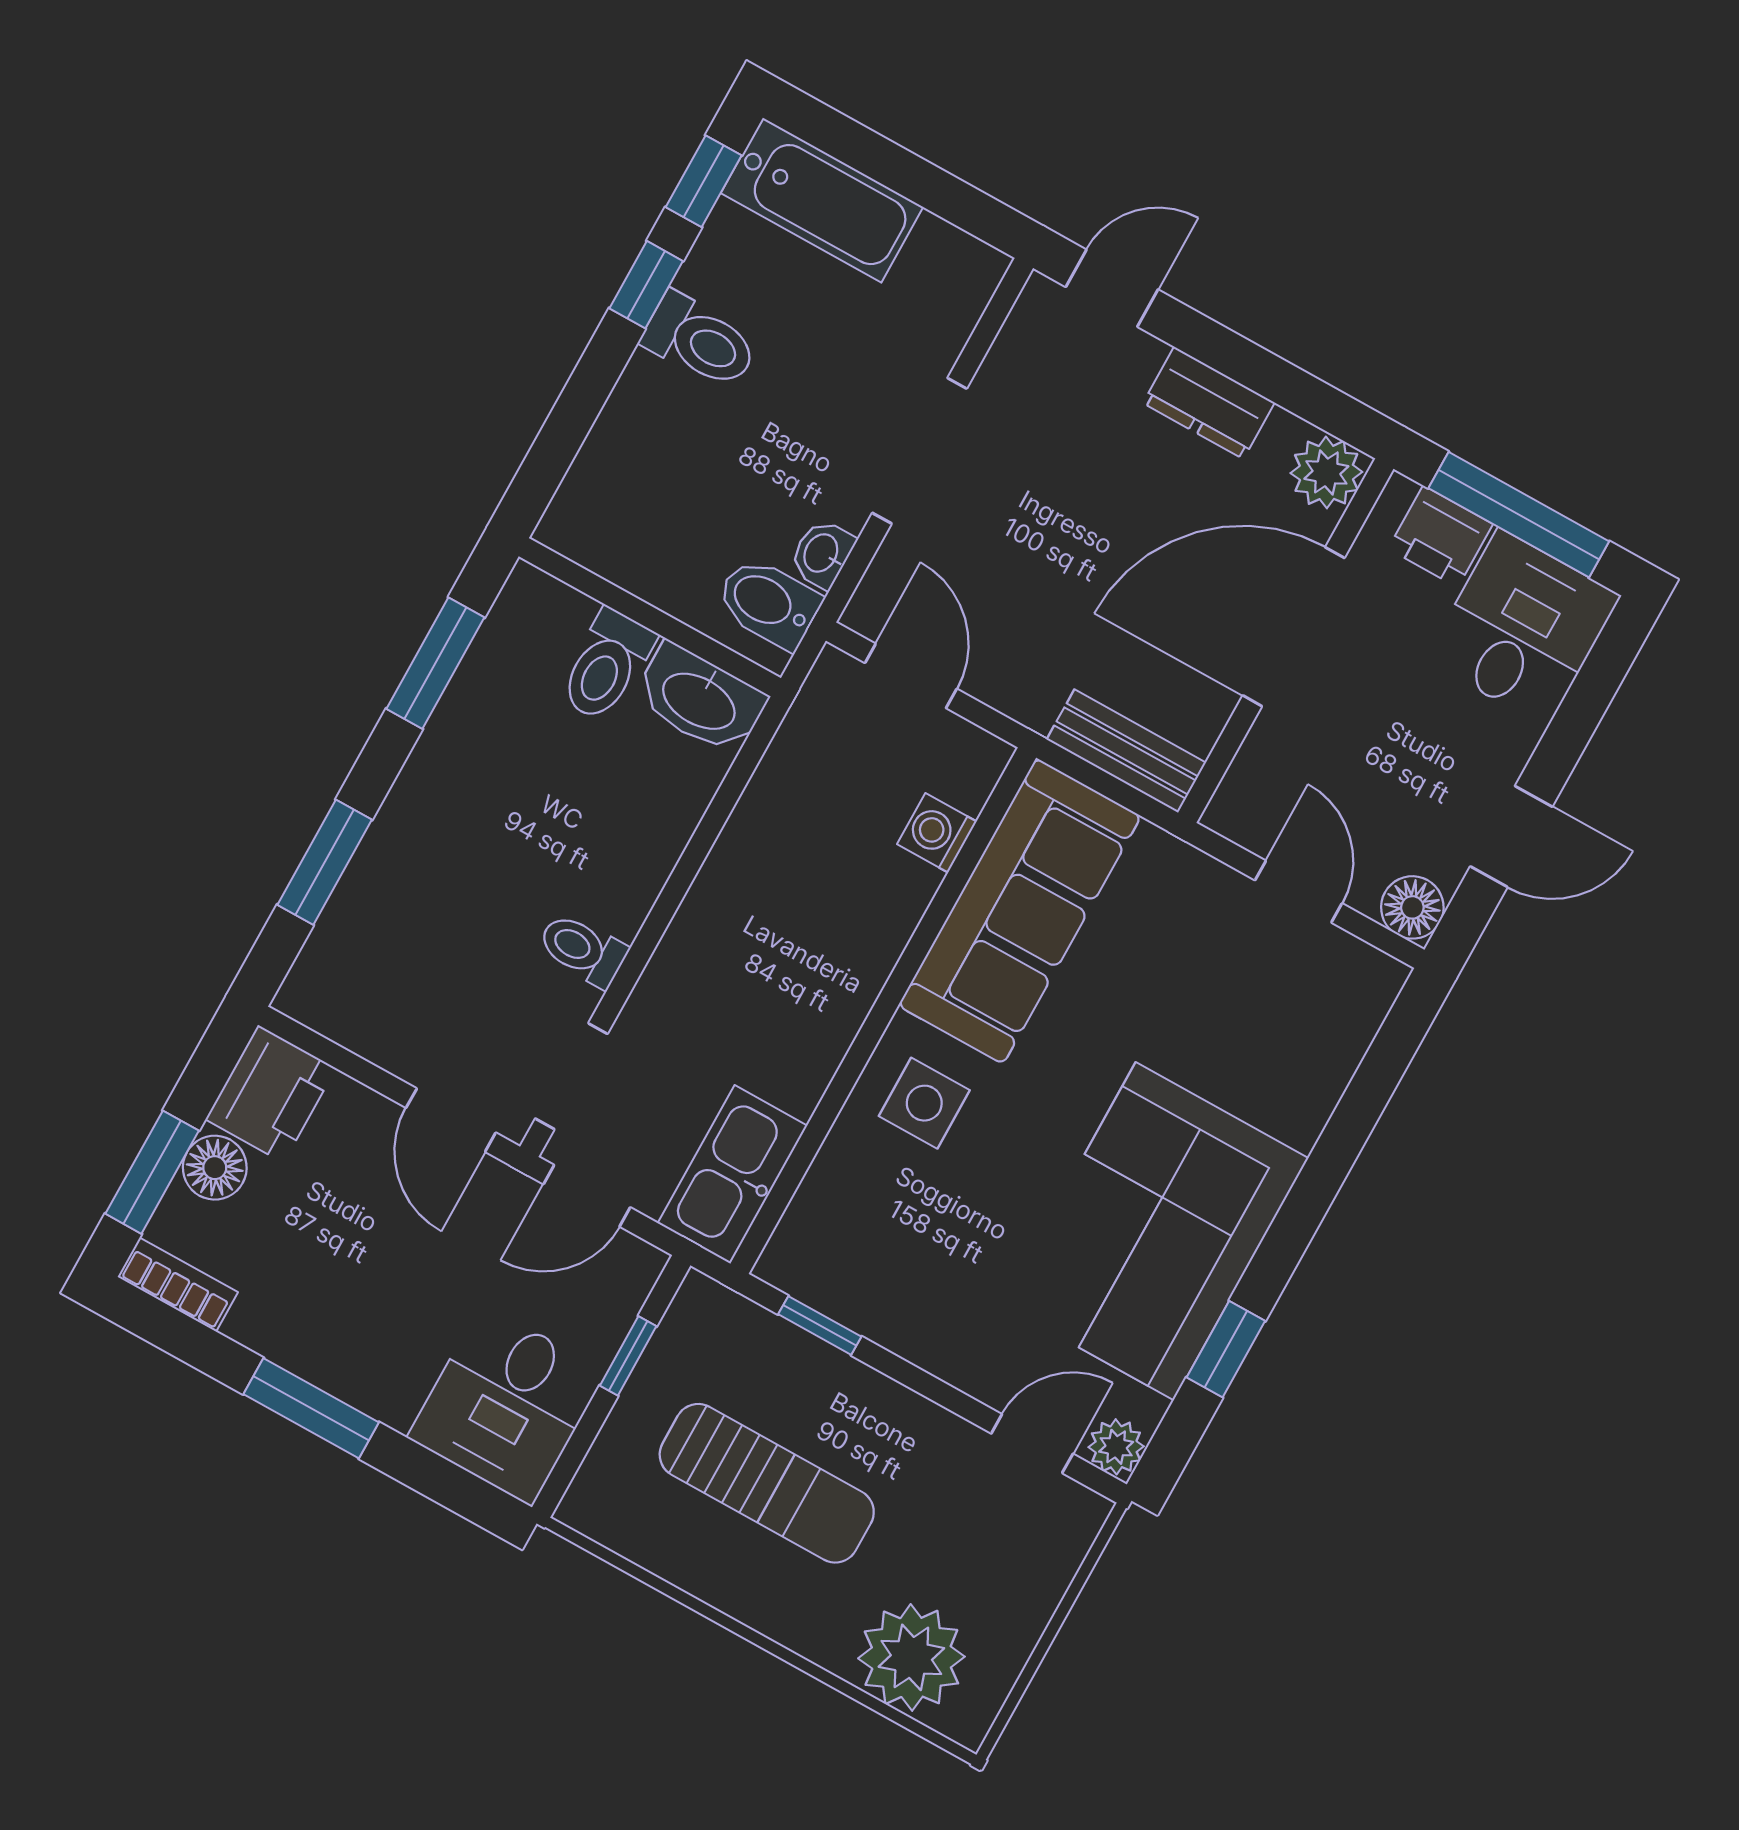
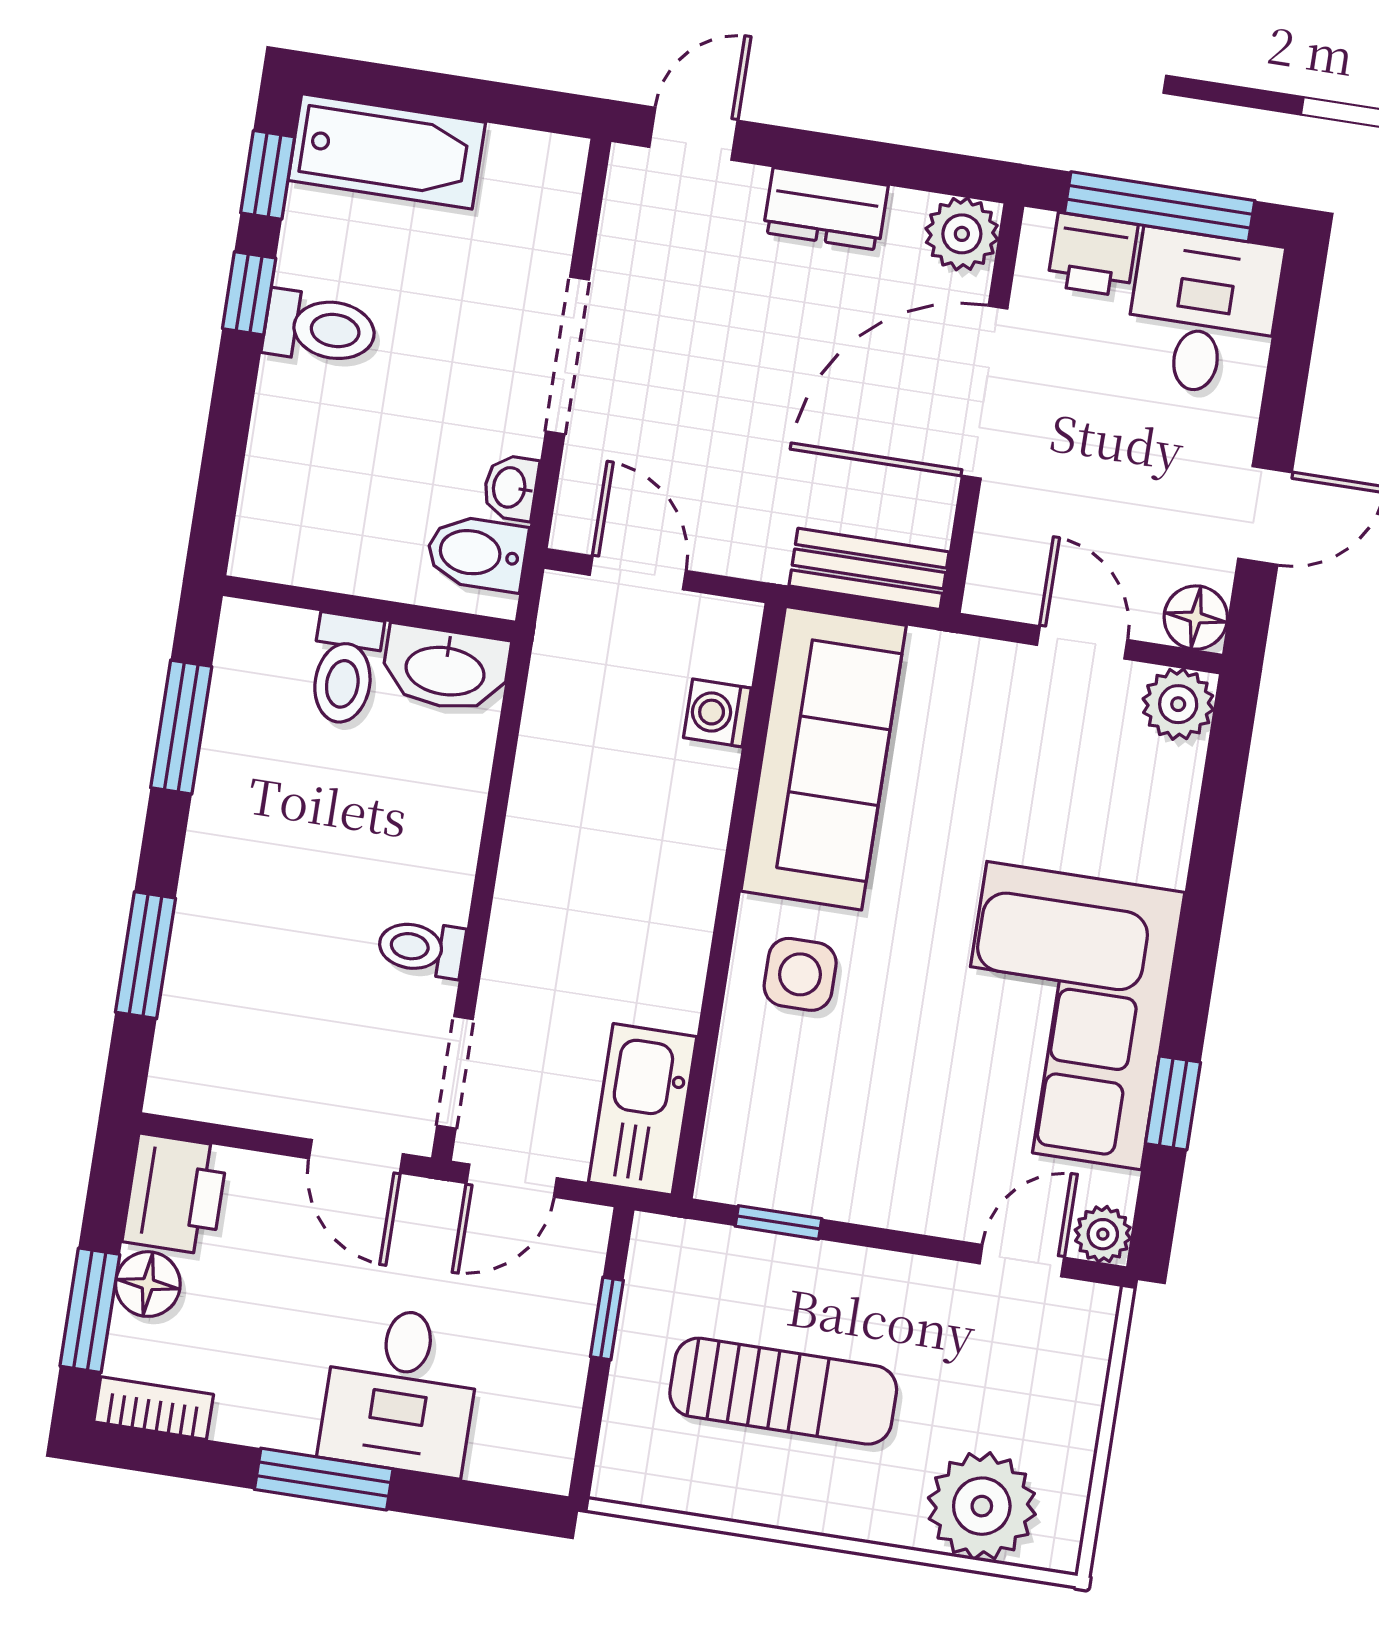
plant: (1366, 982) -> (1178, 704), added
desk: (507, 1405) -> (401, 1390), moved

